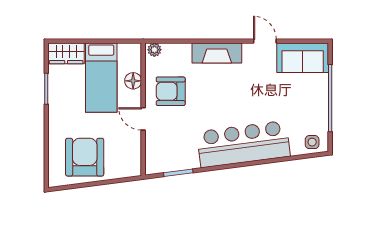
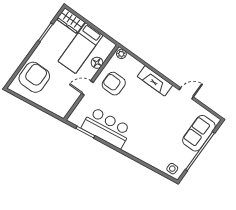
door: (265, 41) -> (186, 93), hinge flipped
sofa: (303, 58) -> (199, 133), moved, turned 90
door: (143, 119) -> (87, 88), hinge flipped
bar counter: (243, 144) -> (107, 128), moved, width x0.73
armchair: (85, 157) -> (34, 77), moved

